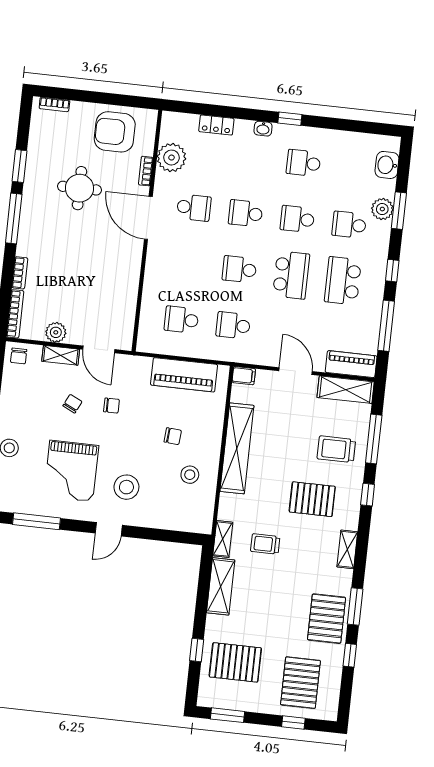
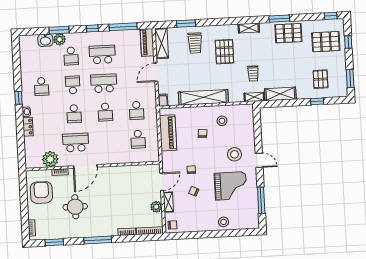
locker: (216, 125) -> (28, 127), moved
armchair: (115, 132) -> (41, 193), turned 180
washbasin: (387, 165) -> (45, 40), moved
window: (19, 166) -> (54, 242), moved
school desk: (194, 208) -> (76, 143), width x1.85
school desk: (297, 219) -> (73, 85), turned 180
school desk: (343, 281) -> (102, 54), turned 180
window: (374, 439) -> (186, 23), width x0.69
window: (368, 495) -> (217, 22), removed
window: (350, 655) -> (331, 16), moved
pallet: (235, 662) -> (321, 79), width x0.67, depth x0.71

